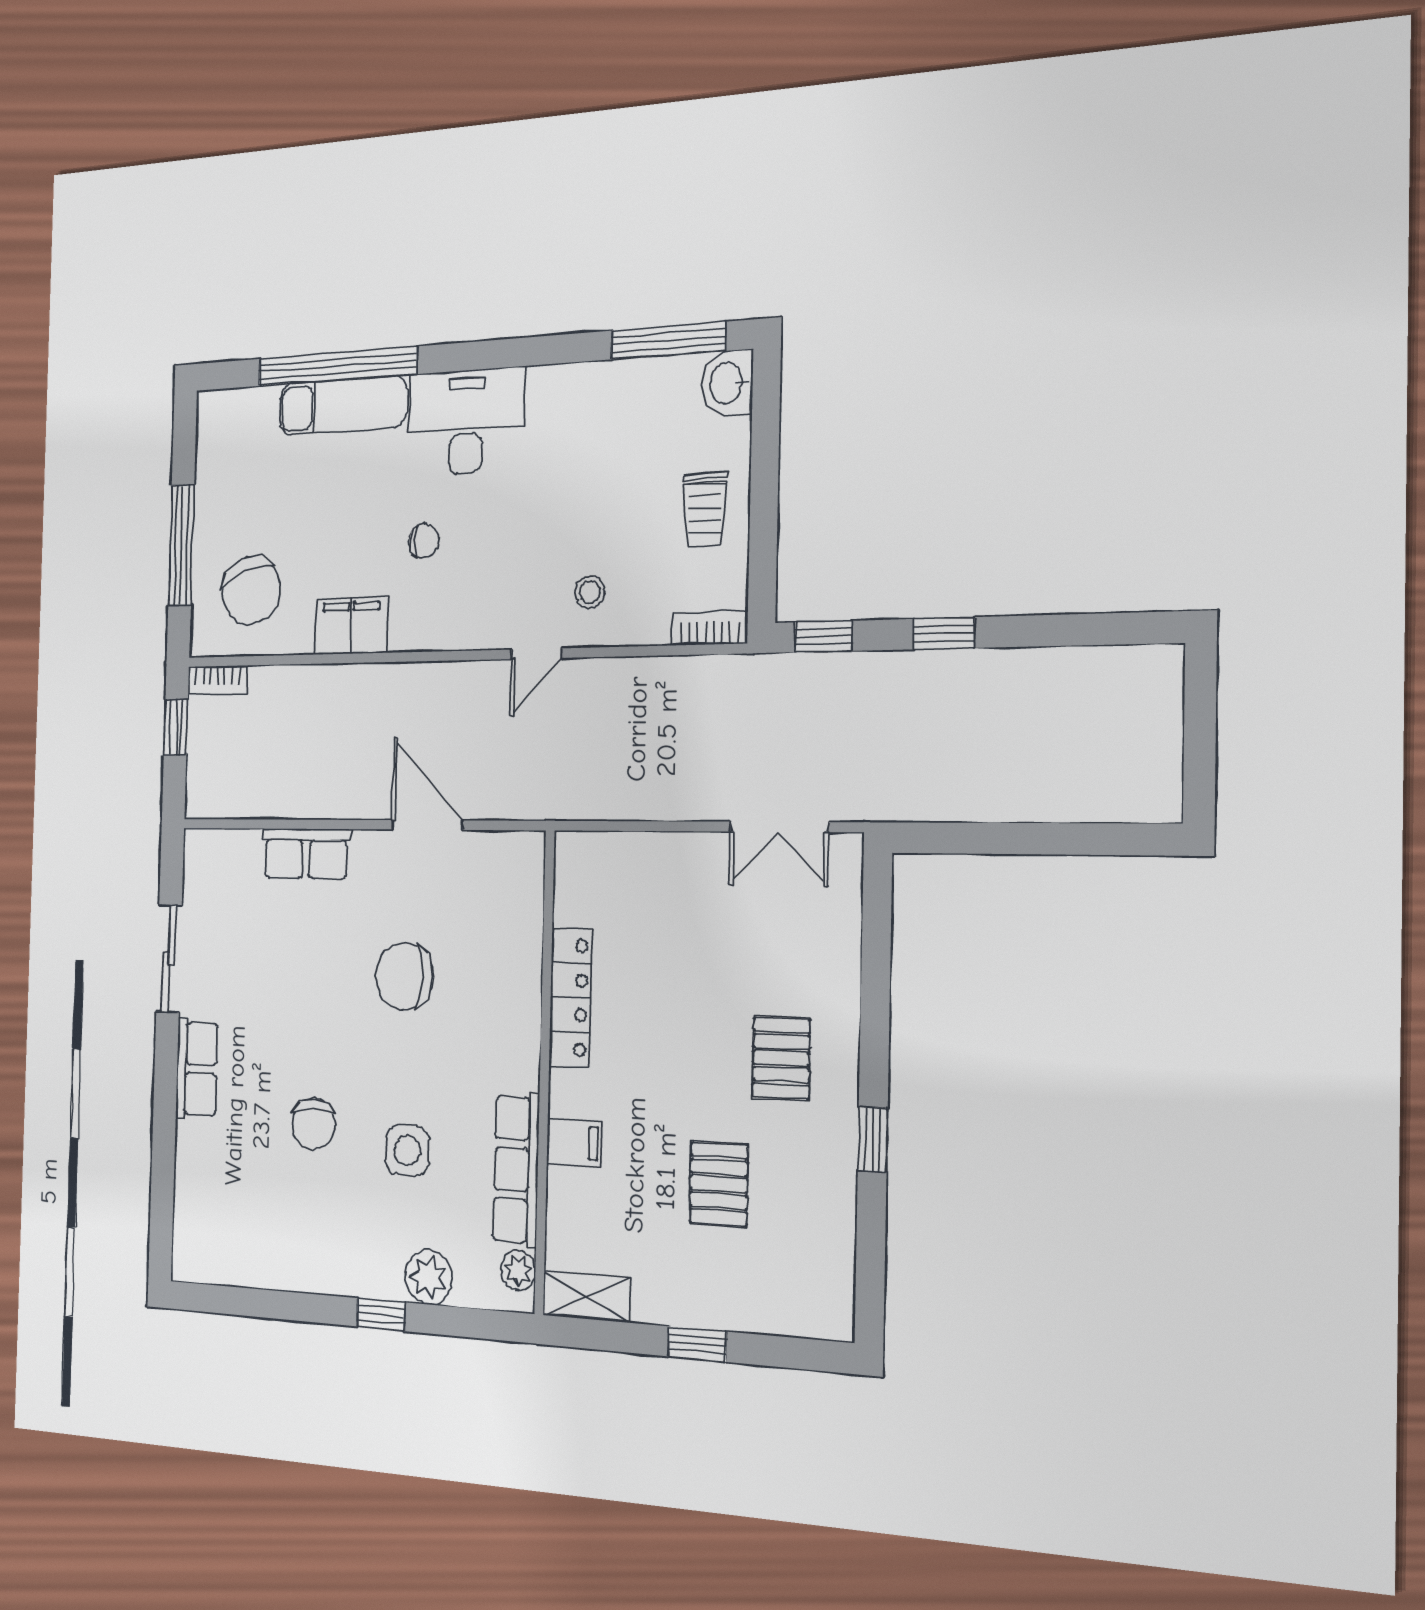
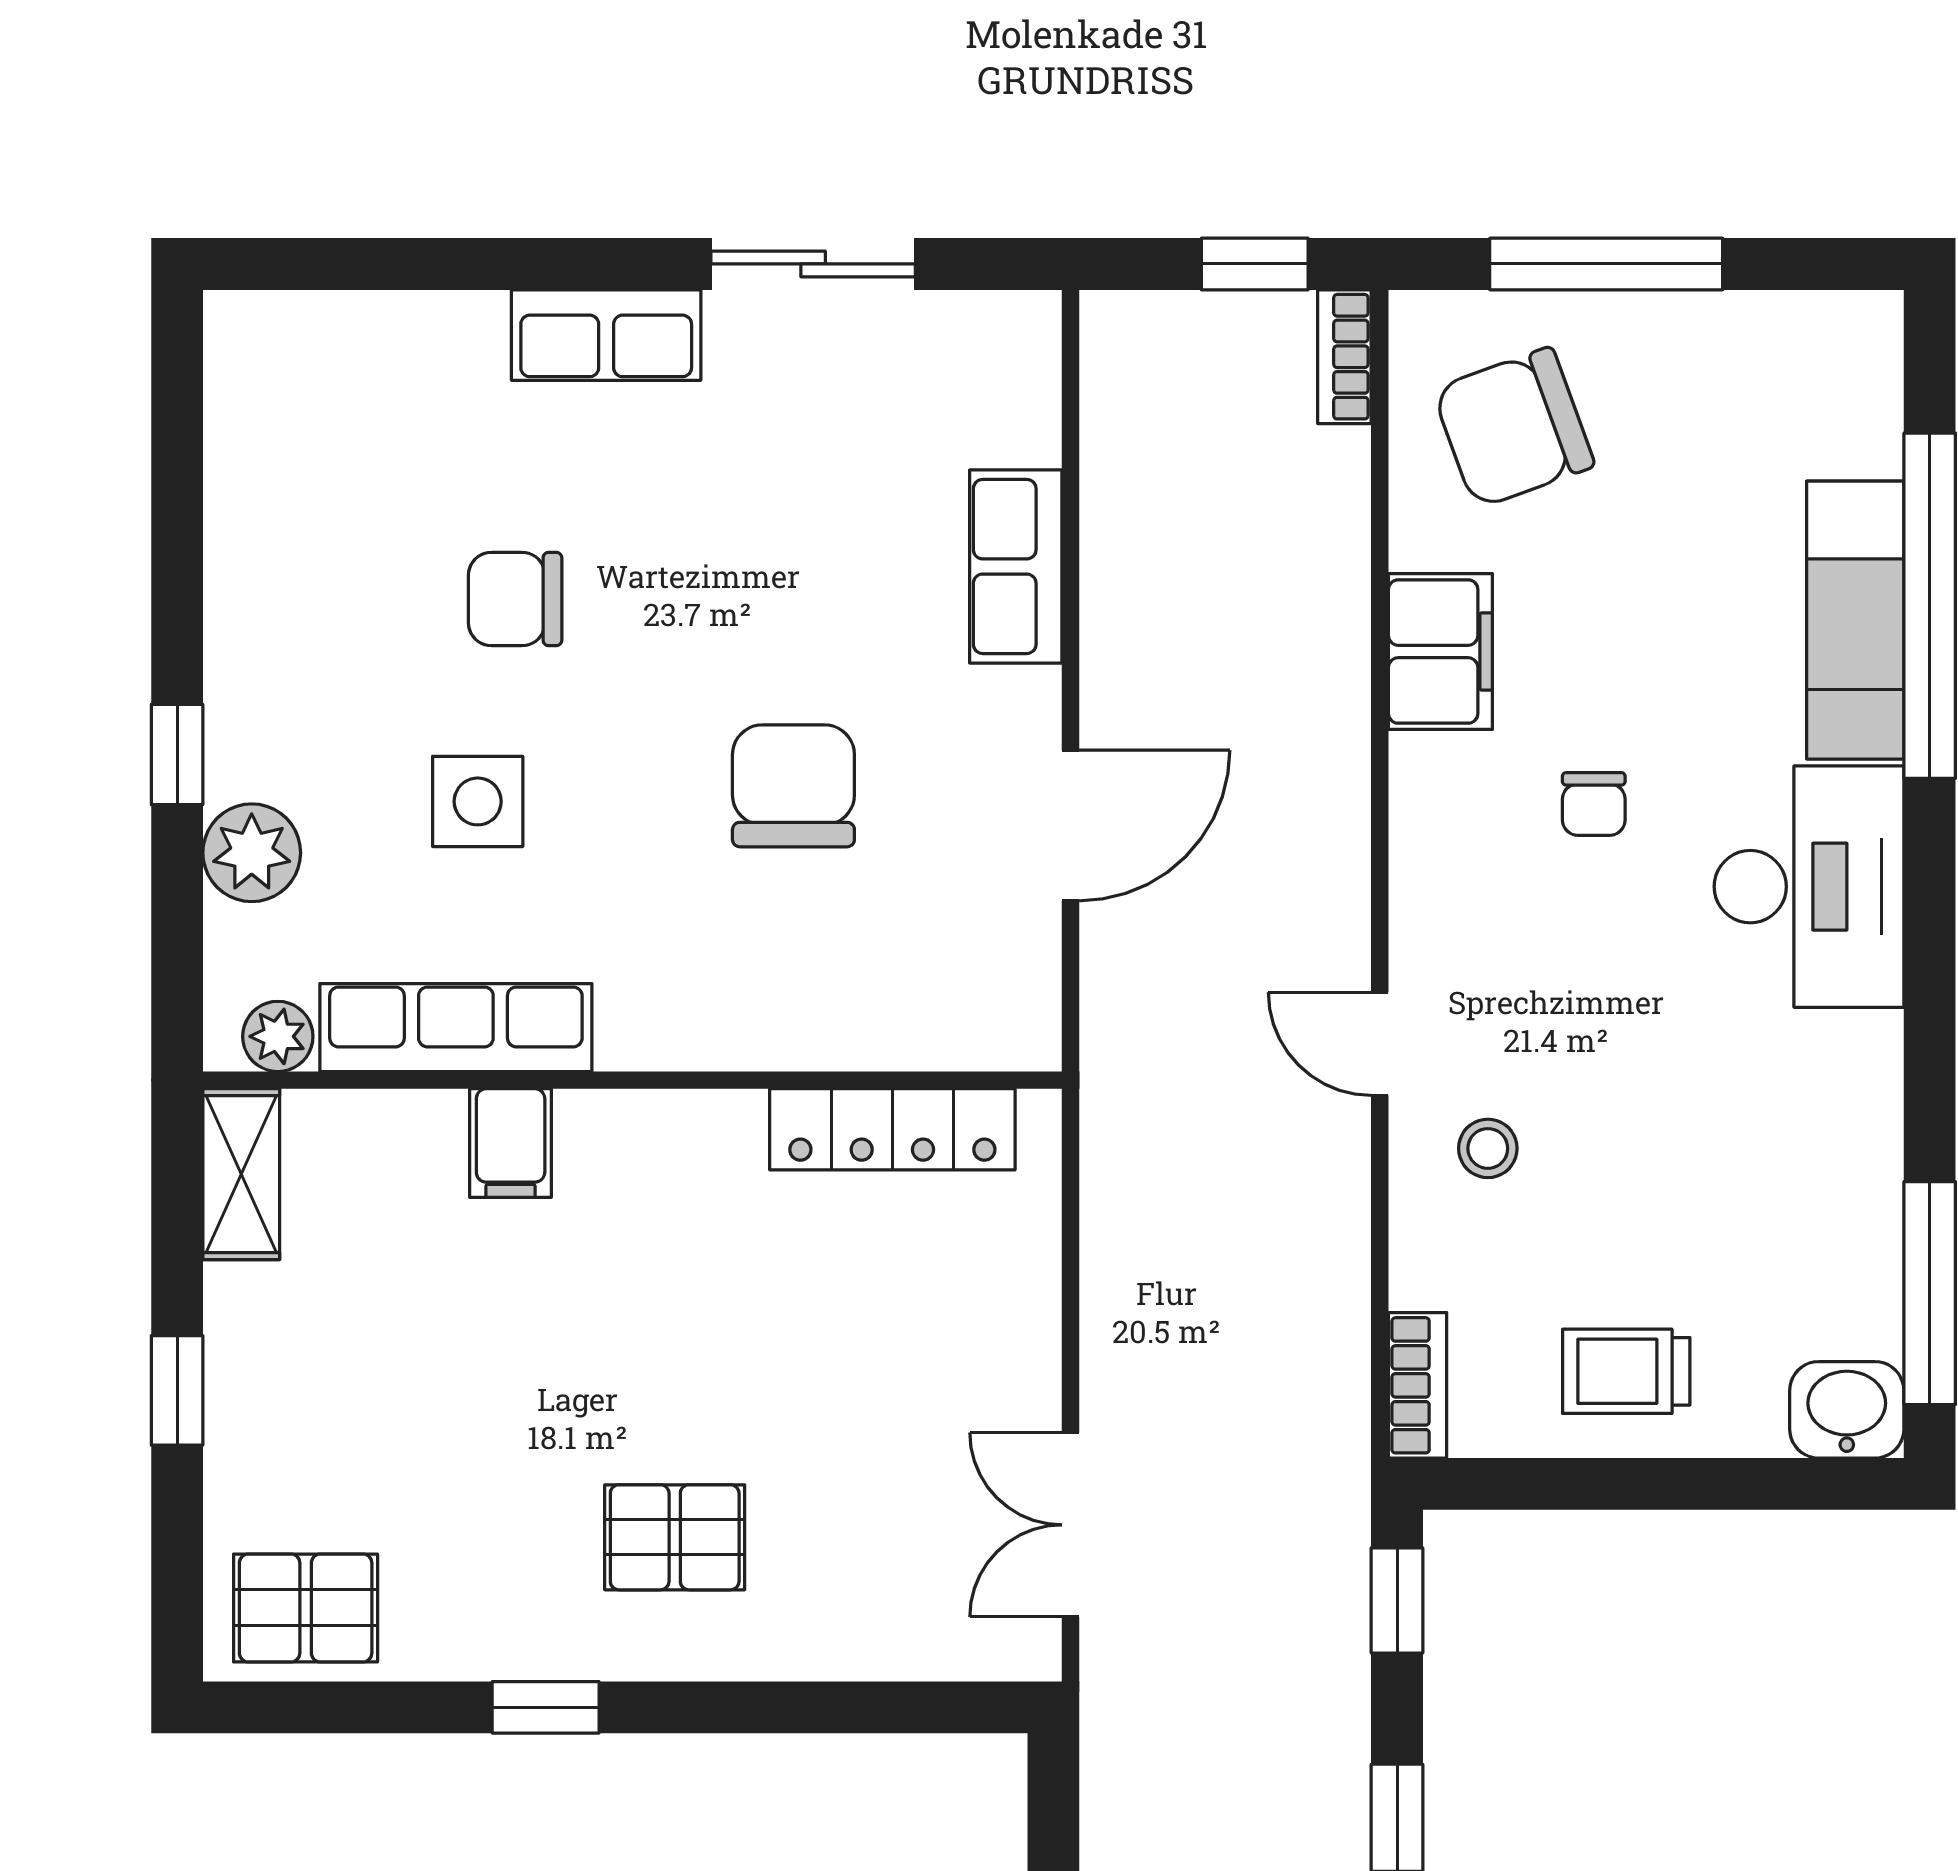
locker: (571, 998) -> (892, 1129), moved
pallet: (719, 1184) -> (306, 1608), moved

